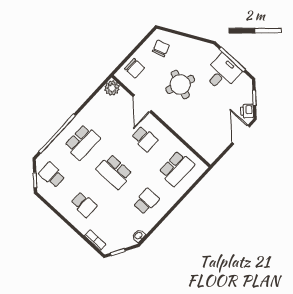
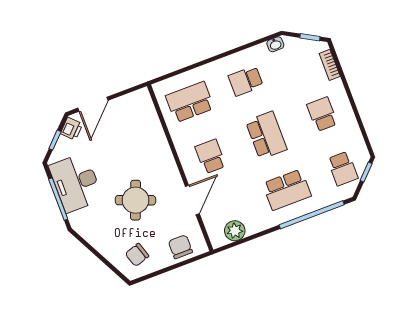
desk: (222, 73) -> (76, 183), width x1.37
plant: (112, 88) -> (235, 231), moved
school desk: (82, 142) -> (287, 190), turned 180

